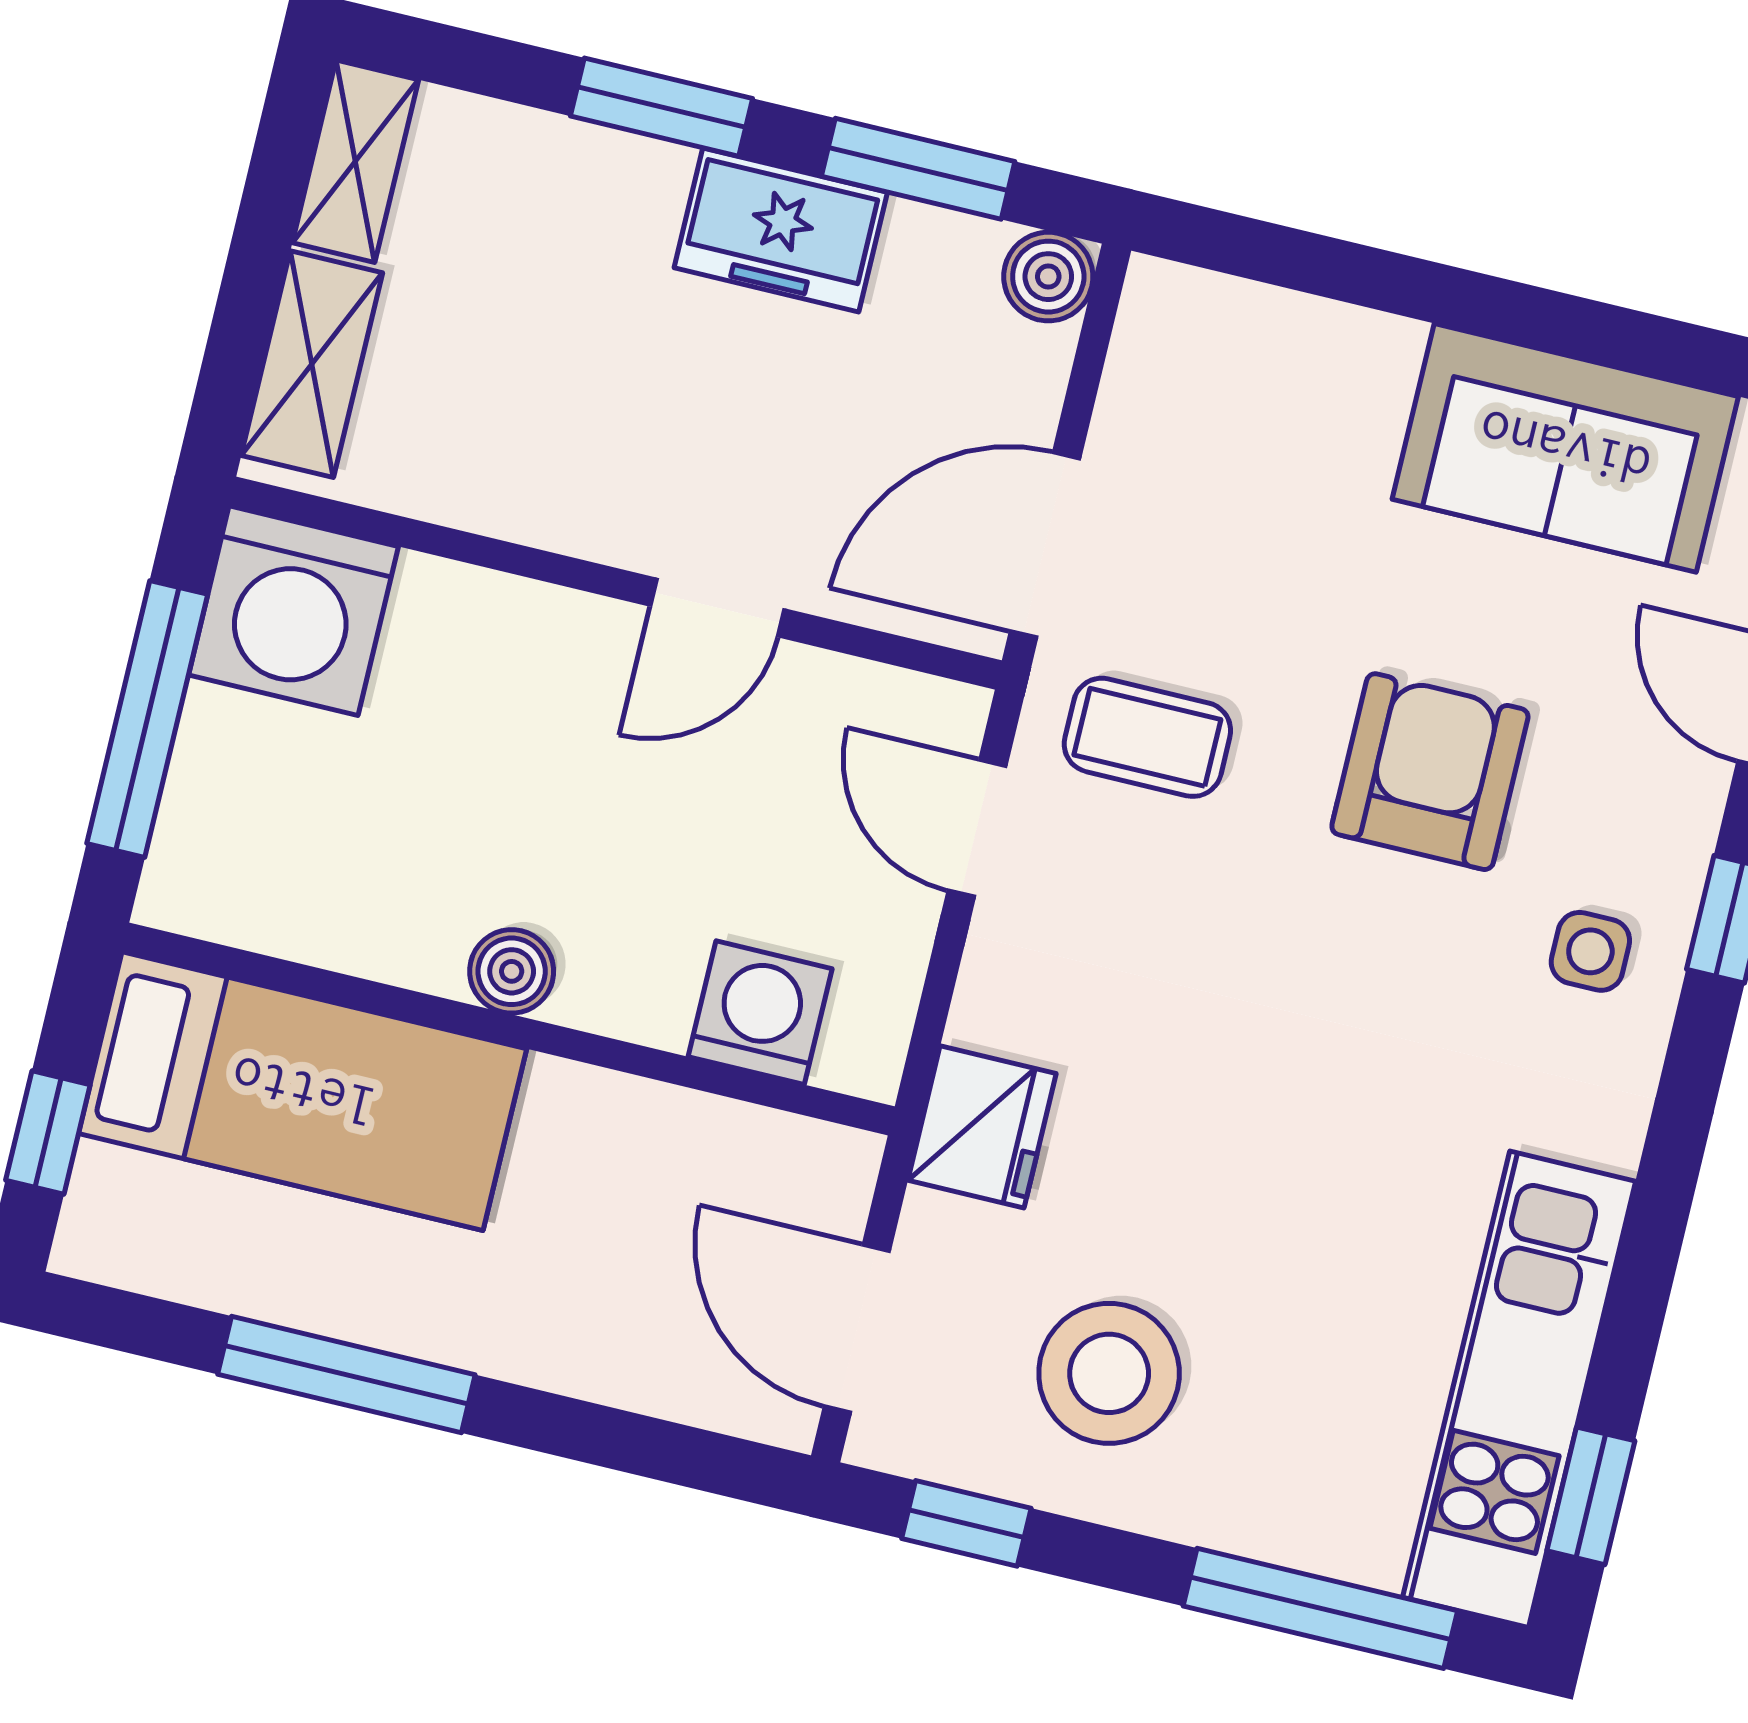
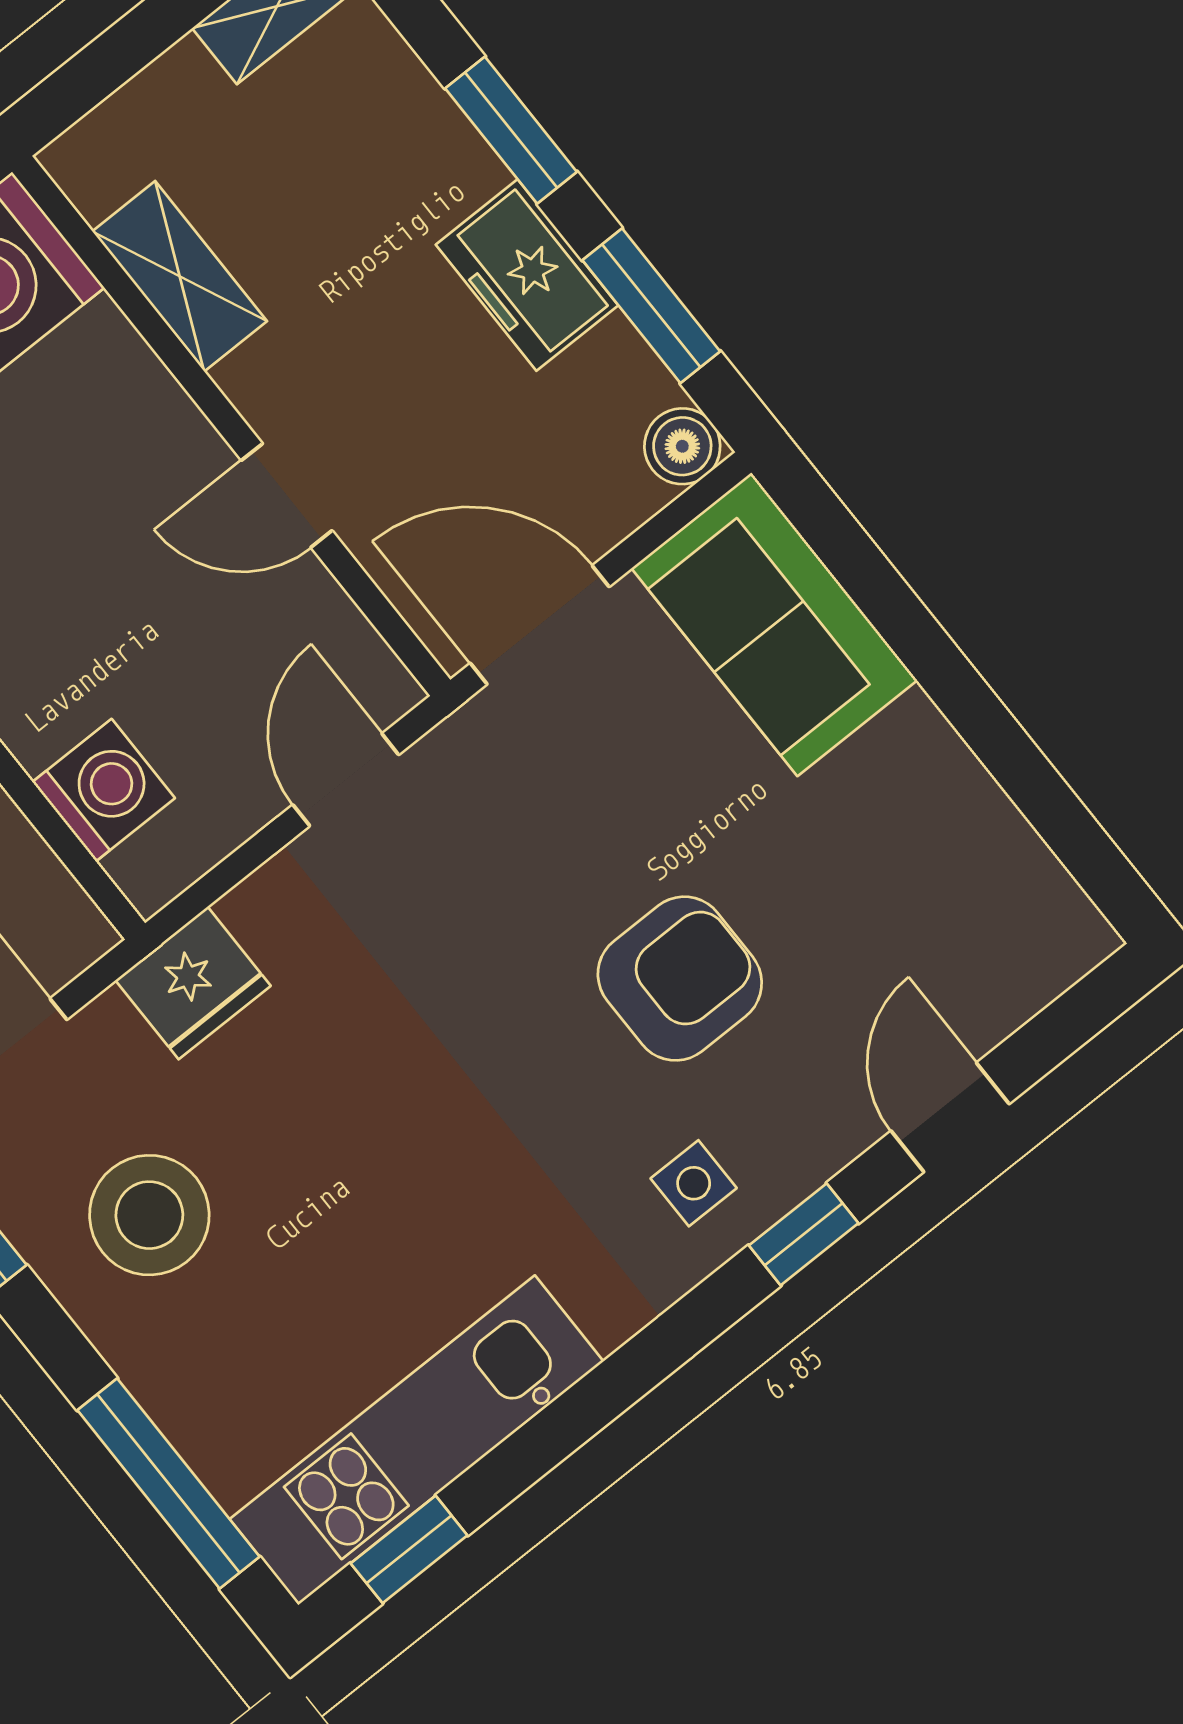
shelving: (312, 364) -> (180, 276), moved, turned 90
sofa: (1565, 448) -> (774, 624), moved
coffee table: (1147, 737) -> (508, 808), removed

